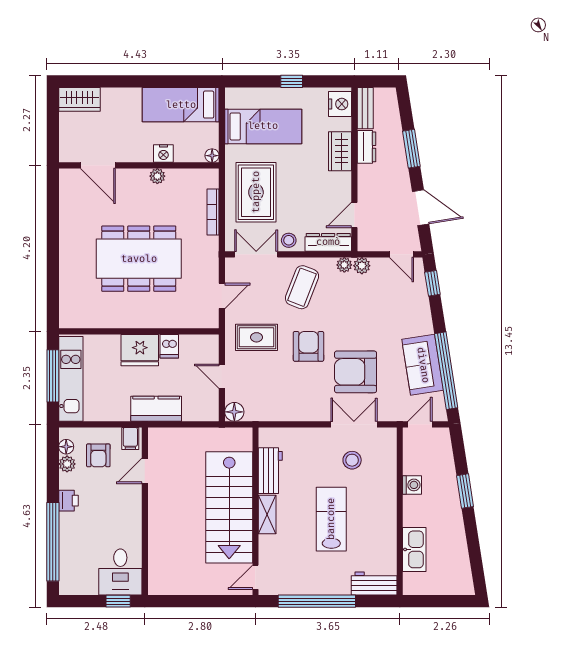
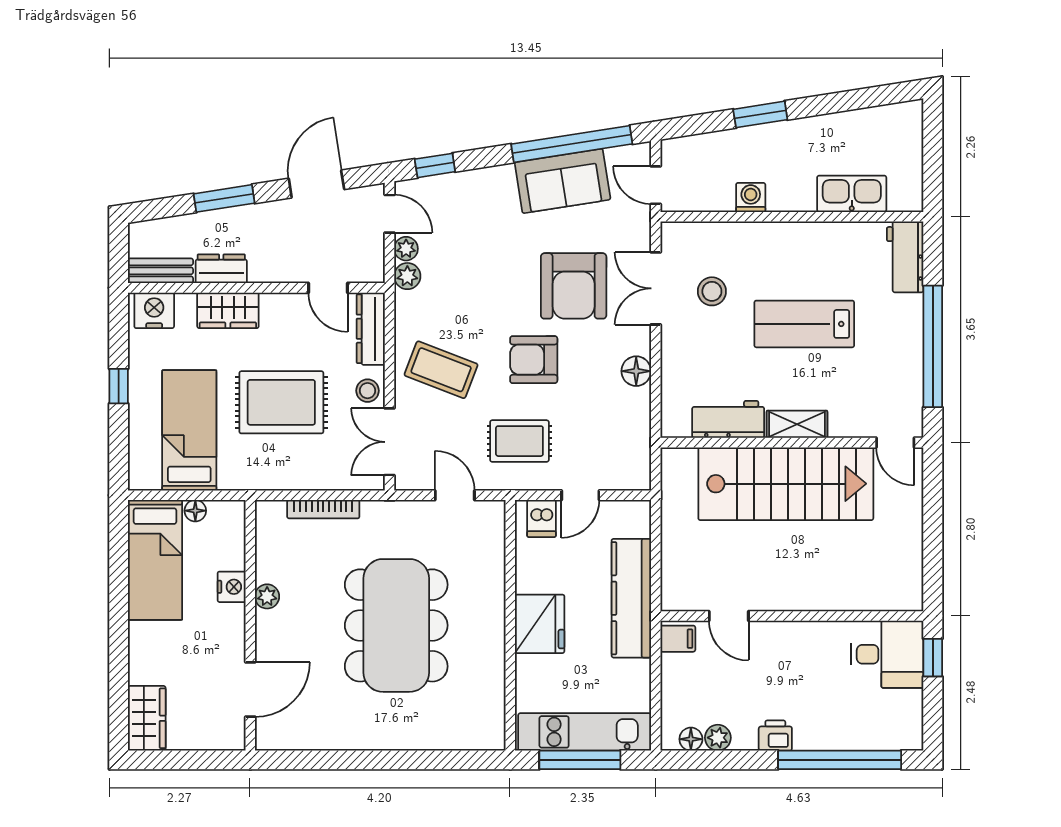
floor lamp: (212, 156) -> (195, 511), moved
rug: (256, 192) -> (281, 402), moved
door: (402, 254) -> (390, 214), hinge flipped
plant: (344, 265) -> (406, 249), moved
rug: (256, 337) -> (519, 441), turned 90
dishwasher: (169, 346) -> (542, 518), moved, turned 90
kitchen counter: (156, 409) -> (631, 598), width x1.50
floor lamp: (234, 412) -> (636, 371), moved
armchair: (98, 455) -> (704, 689), removed

